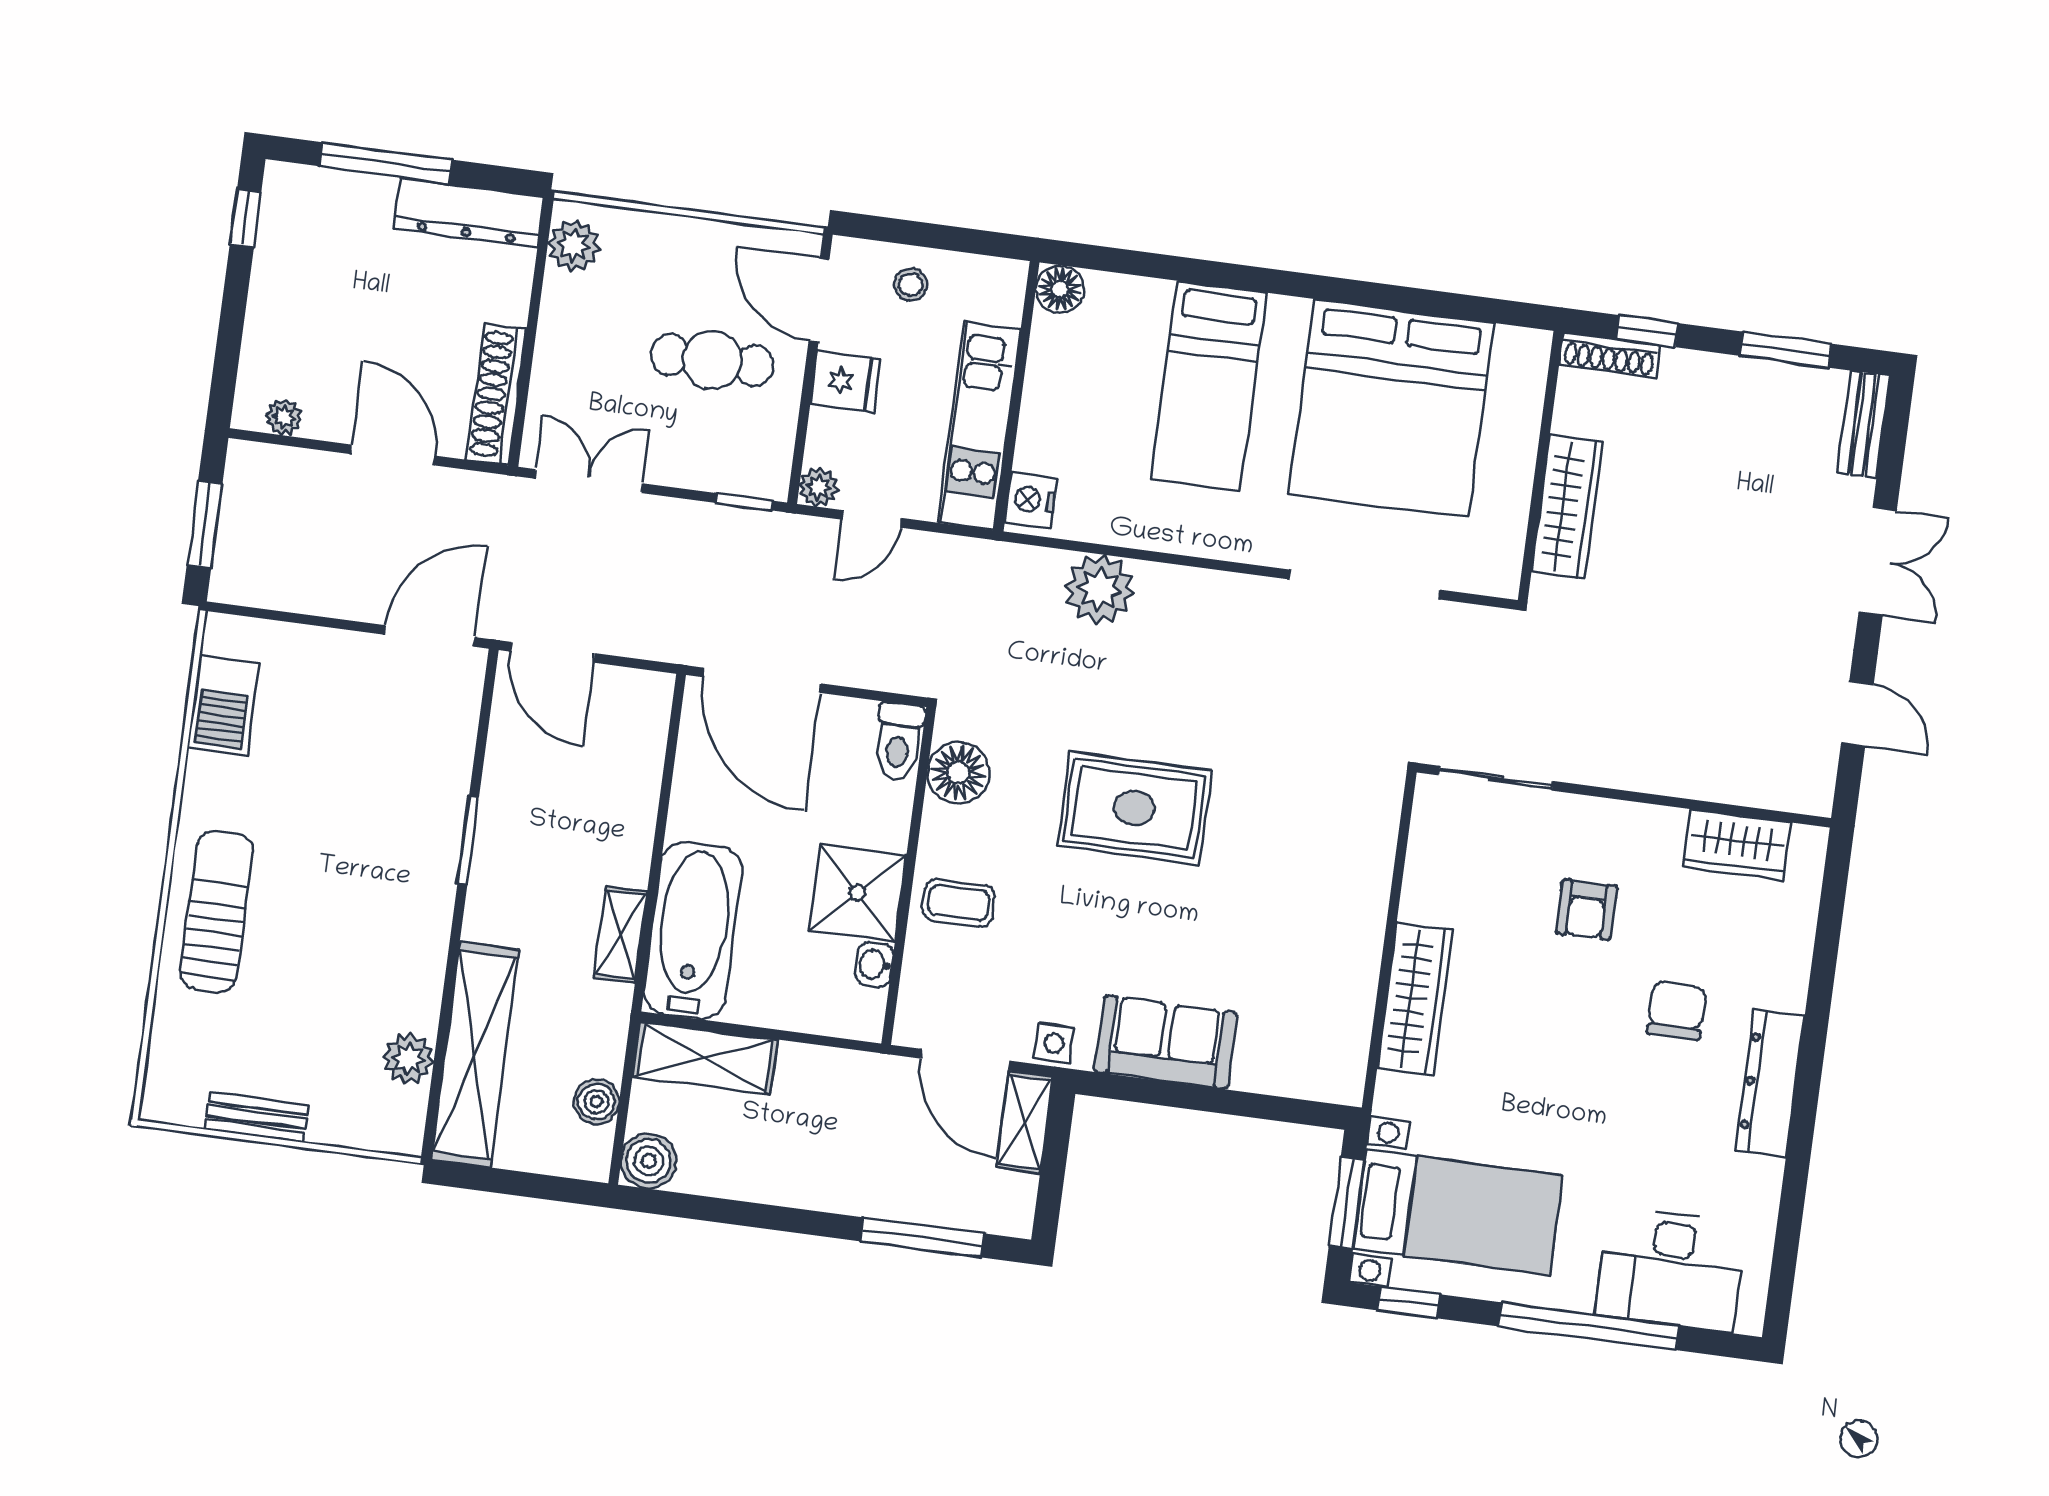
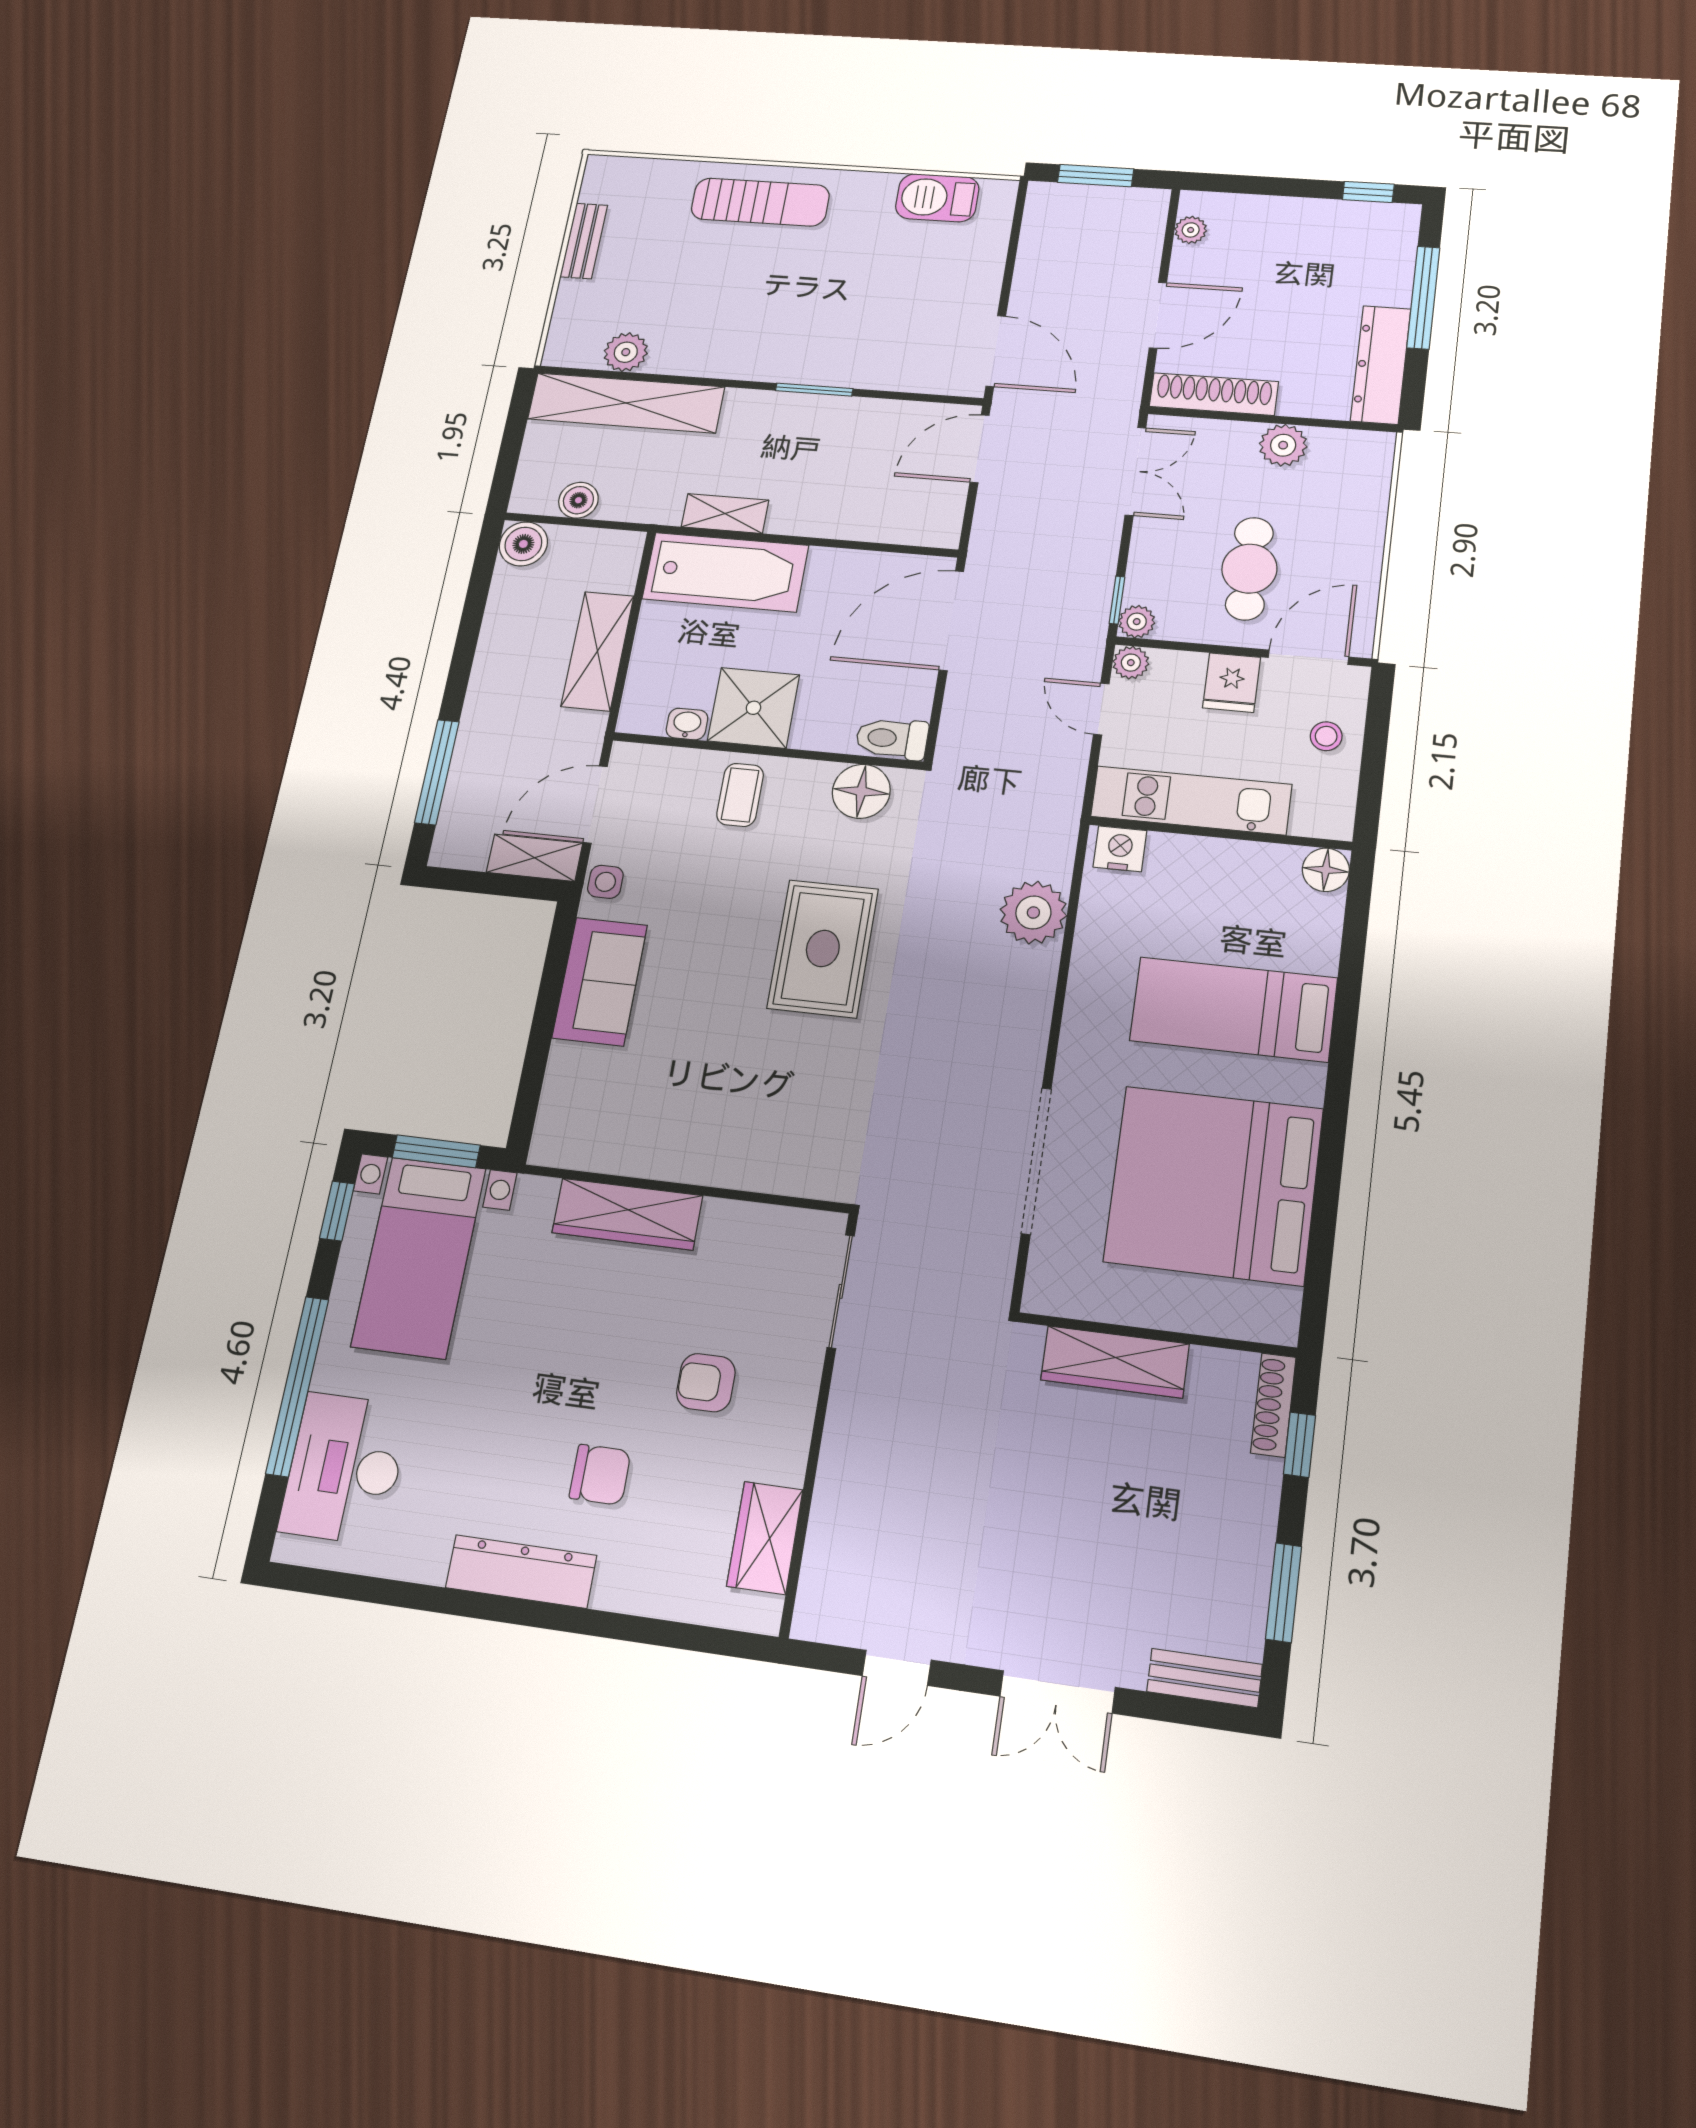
plant: (574, 246) -> (1283, 445), moved
plant: (770, 481) -> (1137, 622), added
shelving: (705, 1058) -> (598, 651), moved

